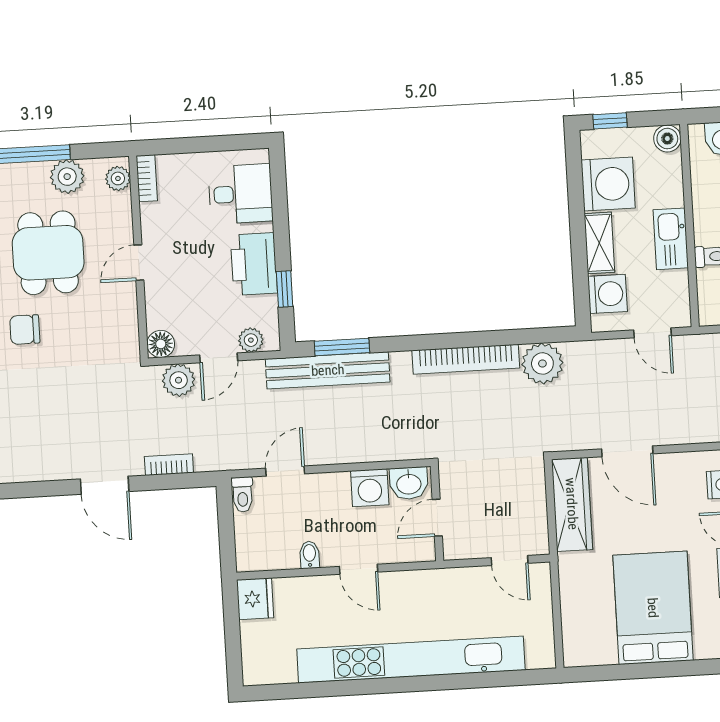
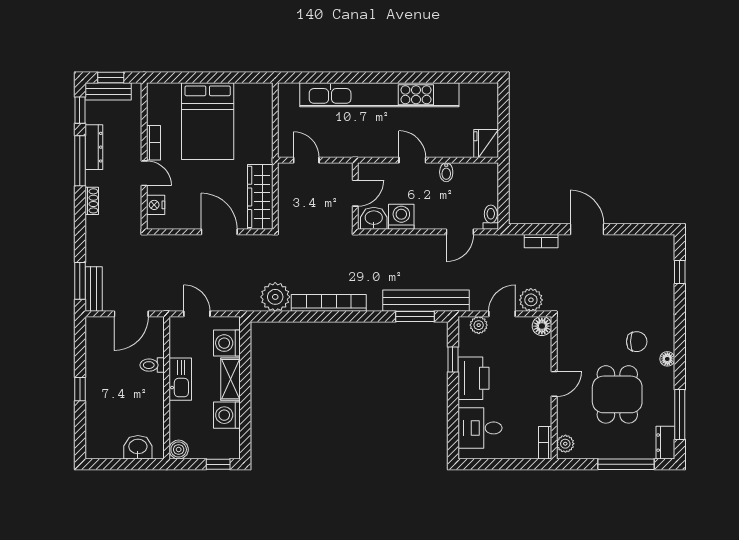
plant: (67, 177) -> (601, 447), removed
washing machine: (608, 184) -> (227, 415), width x0.73, depth x0.73

